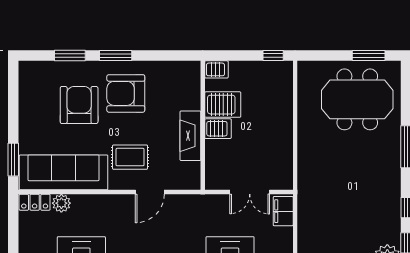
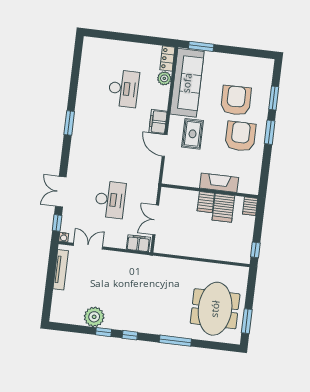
armchair: (79, 105) -> (236, 100), turned -91
fireplace: (190, 136) -> (219, 183), moved
filing cabinet: (120, 204) -> (158, 122), added

